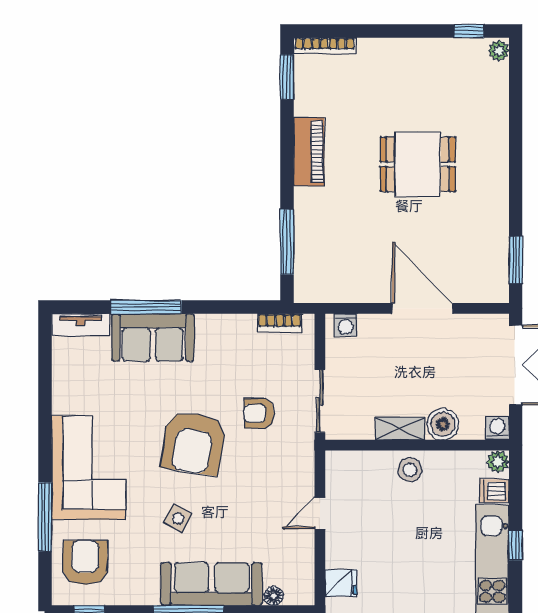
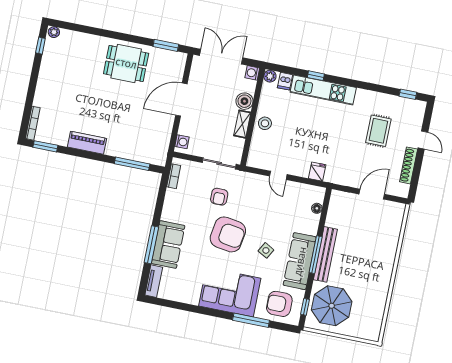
dining table: (418, 164) -> (126, 63), moved, turned 90
sofa: (211, 584) -> (300, 261), moved

